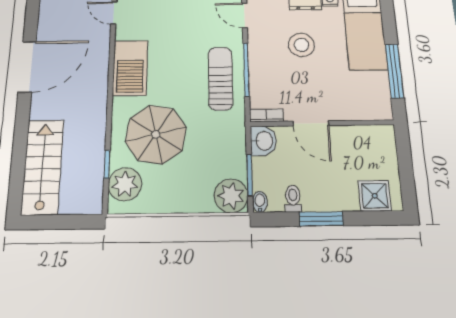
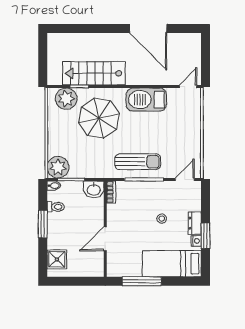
stool: (301, 45) -> (162, 219), width x0.53, depth x0.53
door: (311, 123) -> (105, 239), moved
stairs: (43, 167) -> (94, 73), moved, turned 180

